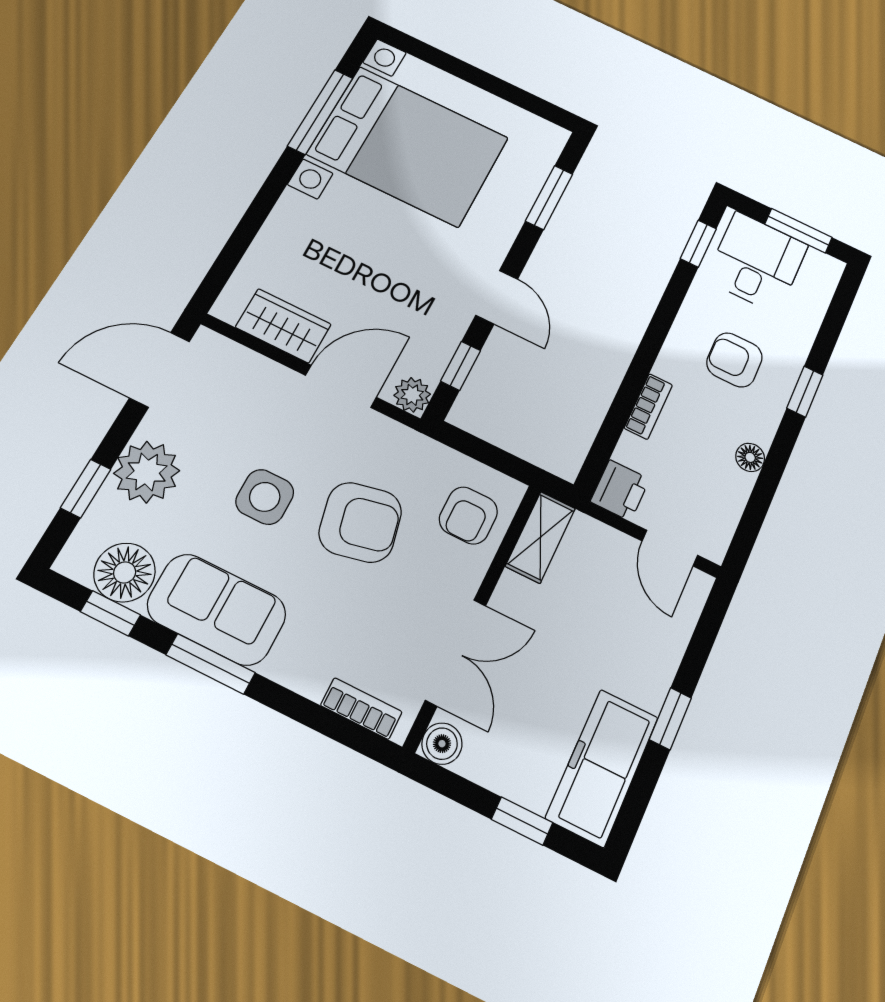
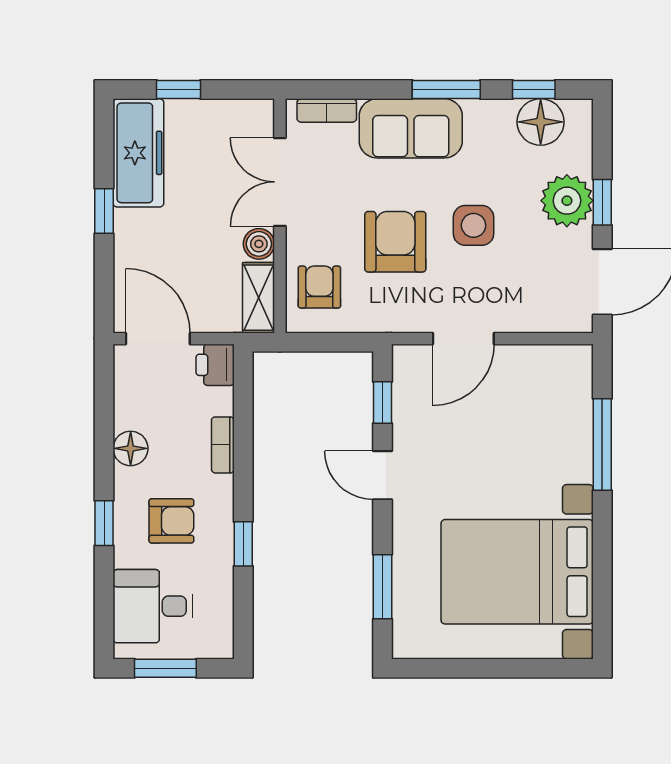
window: (320, 112) -> (602, 444), moved
window: (698, 244) -> (243, 544), moved
desk: (757, 262) -> (153, 606), moved, turned 90
wardrobe: (283, 326) -> (532, 364), removed
plant: (412, 395) -> (407, 360), removed
floor lamp: (750, 457) -> (131, 448), width x1.37, depth x1.37
window: (86, 488) -> (602, 202), moved
armchair: (360, 522) -> (395, 242), turned 102
door: (670, 548) -> (158, 339), width x1.37
sofa: (217, 609) -> (411, 128), moved
boiler: (442, 744) -> (259, 244), moved

